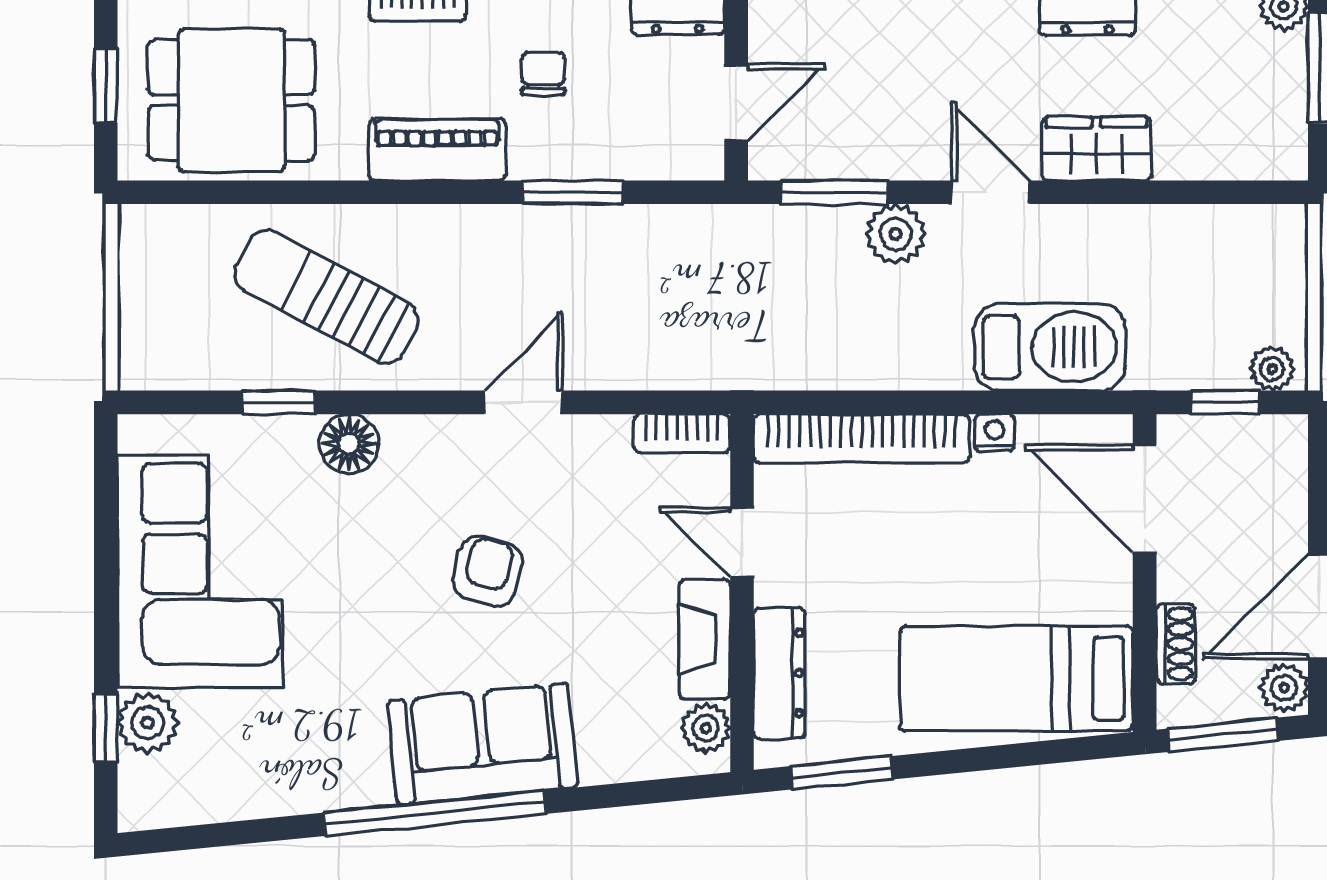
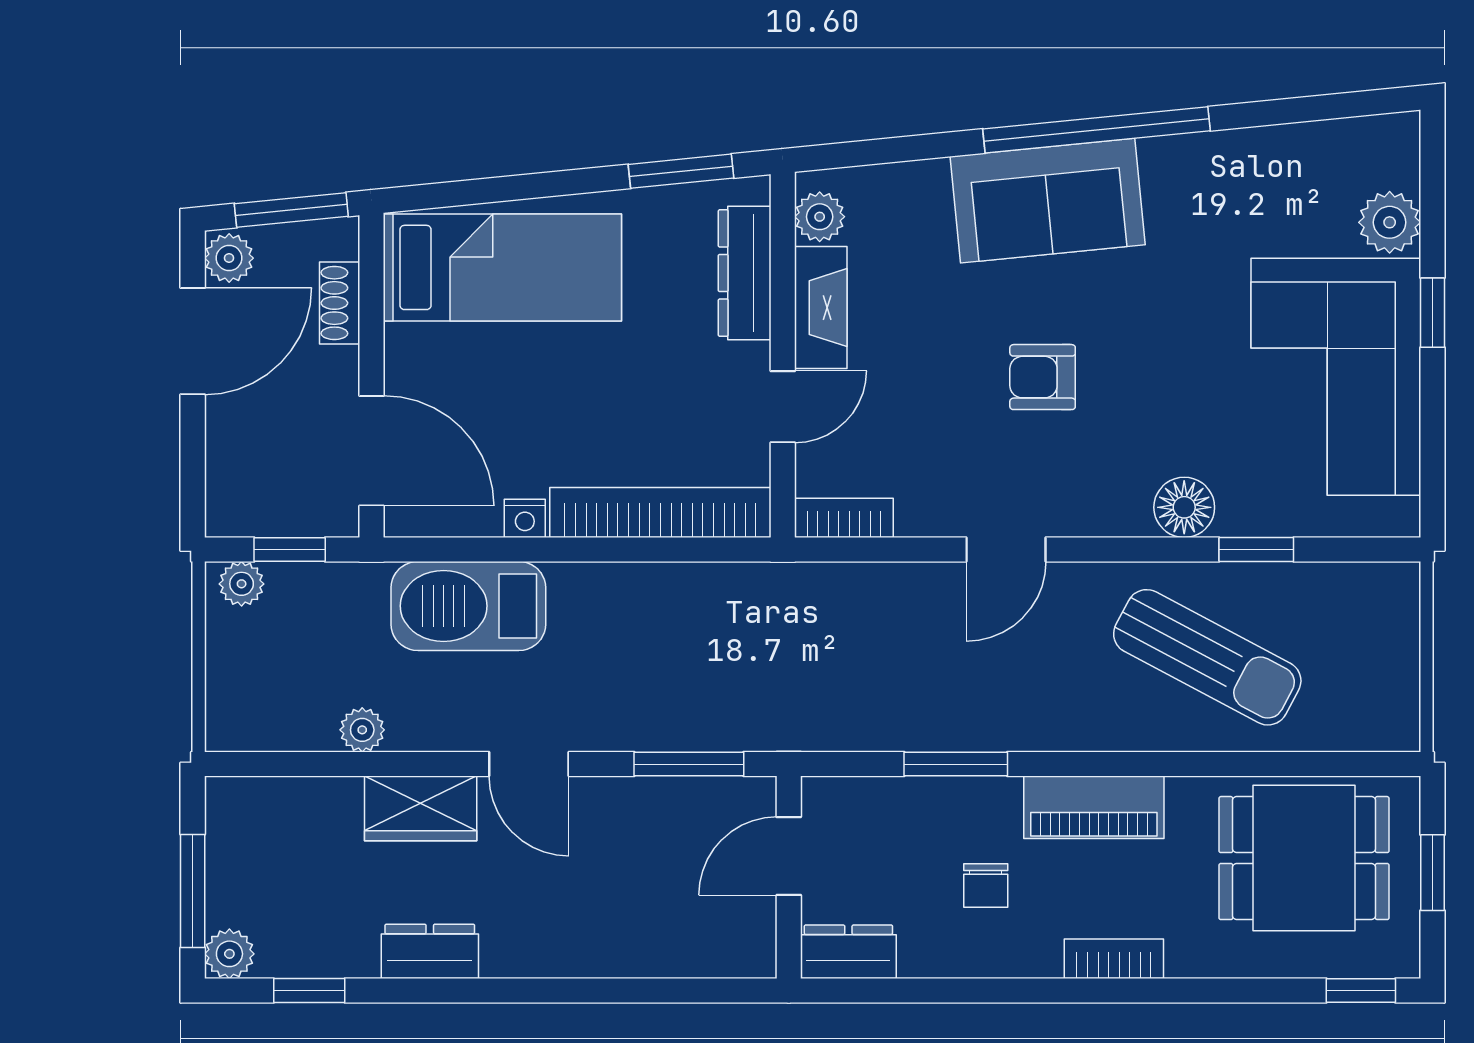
plant: (896, 234) -> (362, 730), moved, width x0.73, depth x0.73
door: (742, 542) -> (783, 407), hinge flipped
armchair: (488, 571) -> (1043, 377), turned 75
window: (106, 728) -> (1432, 313), moved

